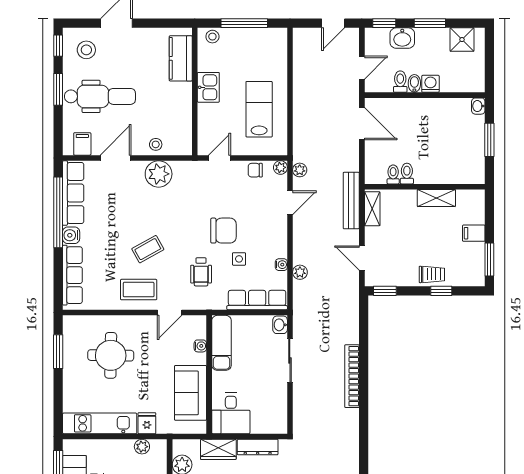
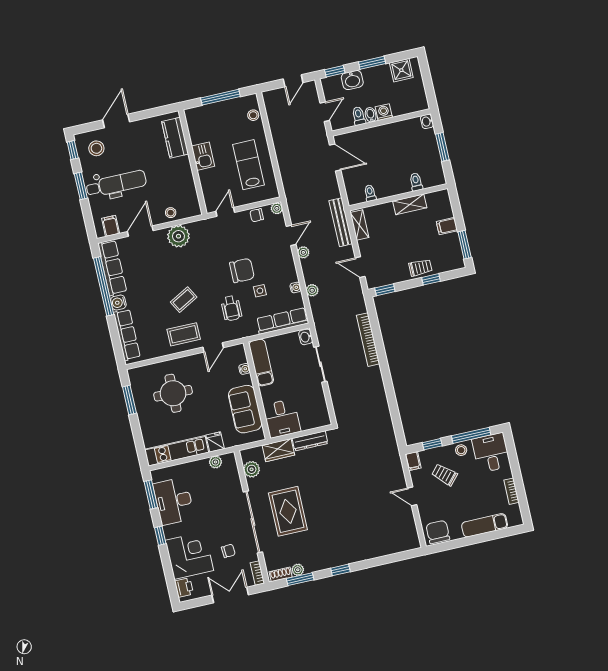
stool: (212, 37) -> (253, 115), moved
plant: (300, 170) -> (303, 252), moved
toilet: (407, 174) -> (416, 182), moved
bookcase: (352, 376) -> (368, 340), moved

